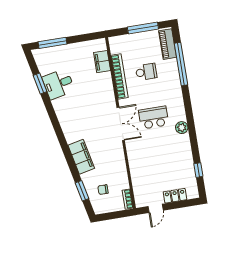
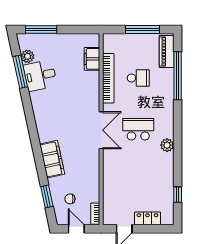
plant: (44, 69) -> (28, 56), added
window: (40, 83) -> (20, 72), width x1.44
door: (113, 215) -> (76, 229), added

